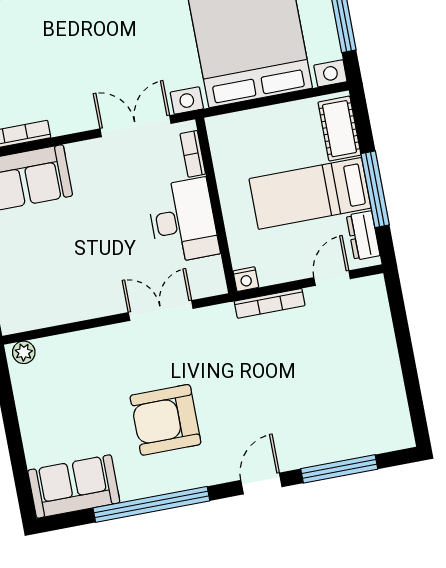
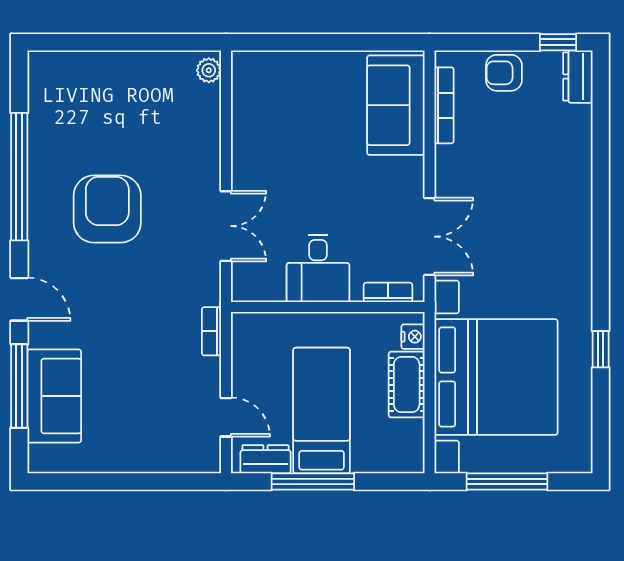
cot: (339, 129) -> (407, 385), moved, turned 90
desk: (183, 221) -> (318, 268), width x0.73
nightstand: (246, 279) -> (413, 337), moved, turned 180
bookcase: (270, 303) -> (211, 331), width x0.64
sofa: (74, 486) -> (54, 396), moved

